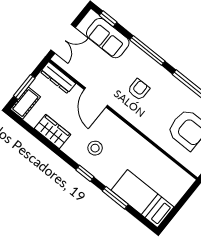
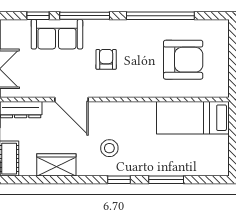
window: (108, 19) -> (38, 16), moved
sofa: (108, 38) -> (57, 34), moved
bed: (143, 199) -> (193, 118), moved

